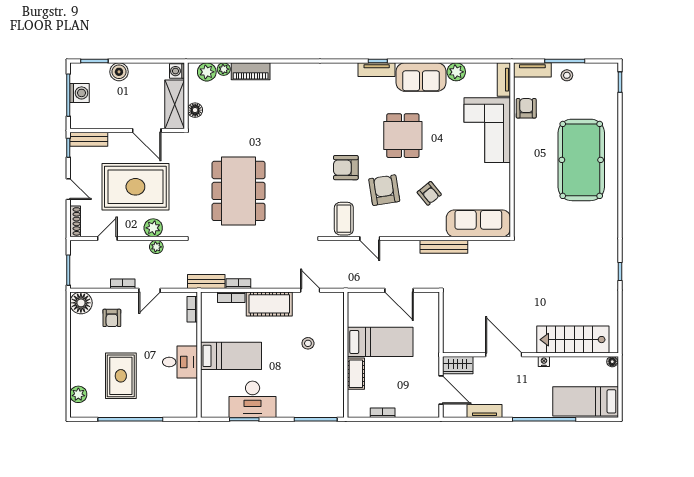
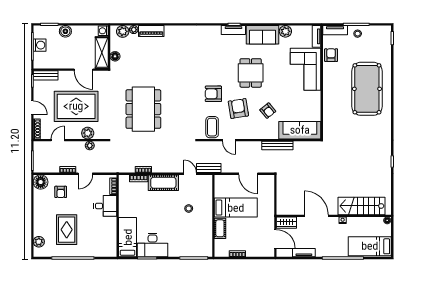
bench: (206, 281) -> (209, 168), moved
bed: (231, 356) -> (128, 237), moved, turned -90
desk: (180, 362) -> (105, 206), moved

